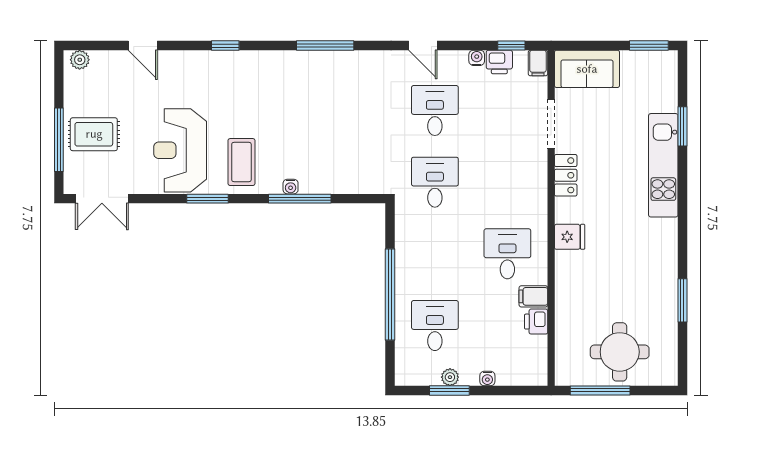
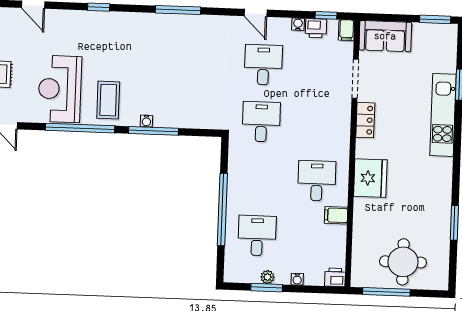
window: (207, 199) -> (80, 128), width x2.11
fridge: (570, 237) -> (370, 178), width x1.88, depth x1.34
printer: (536, 322) -> (335, 277), moved, turned 90

